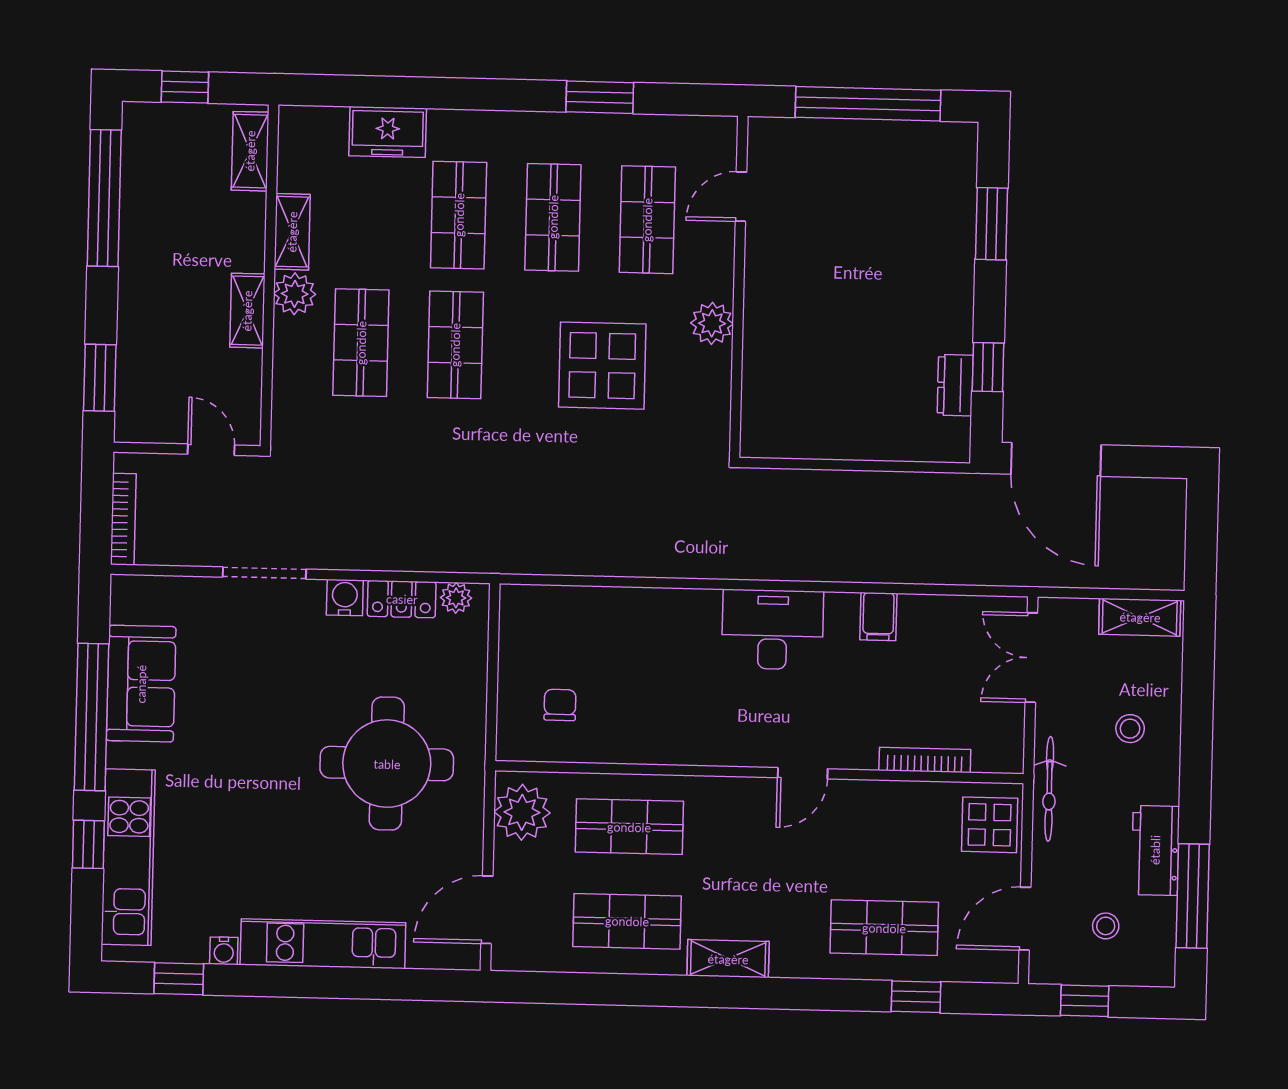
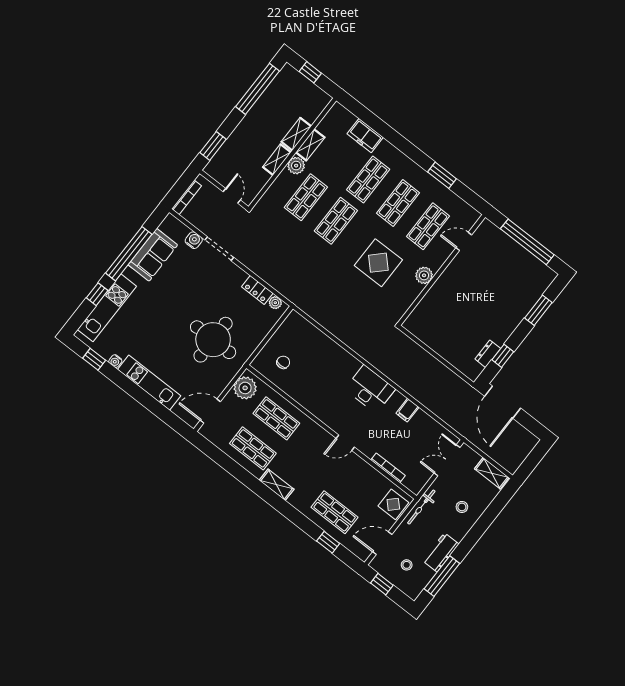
shelving: (250, 151) -> (296, 134), moved
water cooler: (345, 598) -> (194, 240), moved

